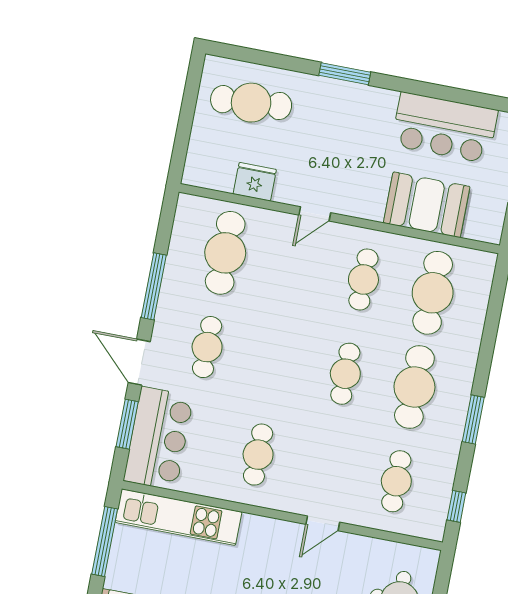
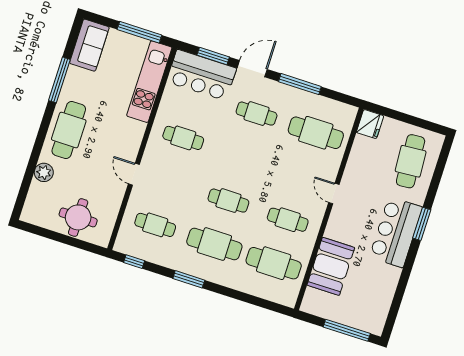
bar counter: (445, 128) -> (396, 232), moved
fridge: (255, 182) -> (370, 124), moved

